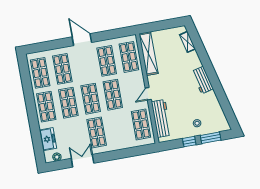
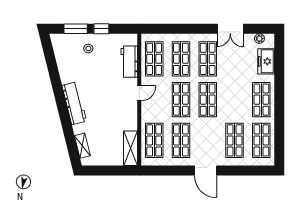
shelving: (148, 54) -> (130, 148), width x0.68
workbench: (202, 80) -> (74, 103), width x1.38
shop shelf: (68, 103) -> (181, 59), moved
workbench: (161, 119) -> (129, 62), width x0.73

